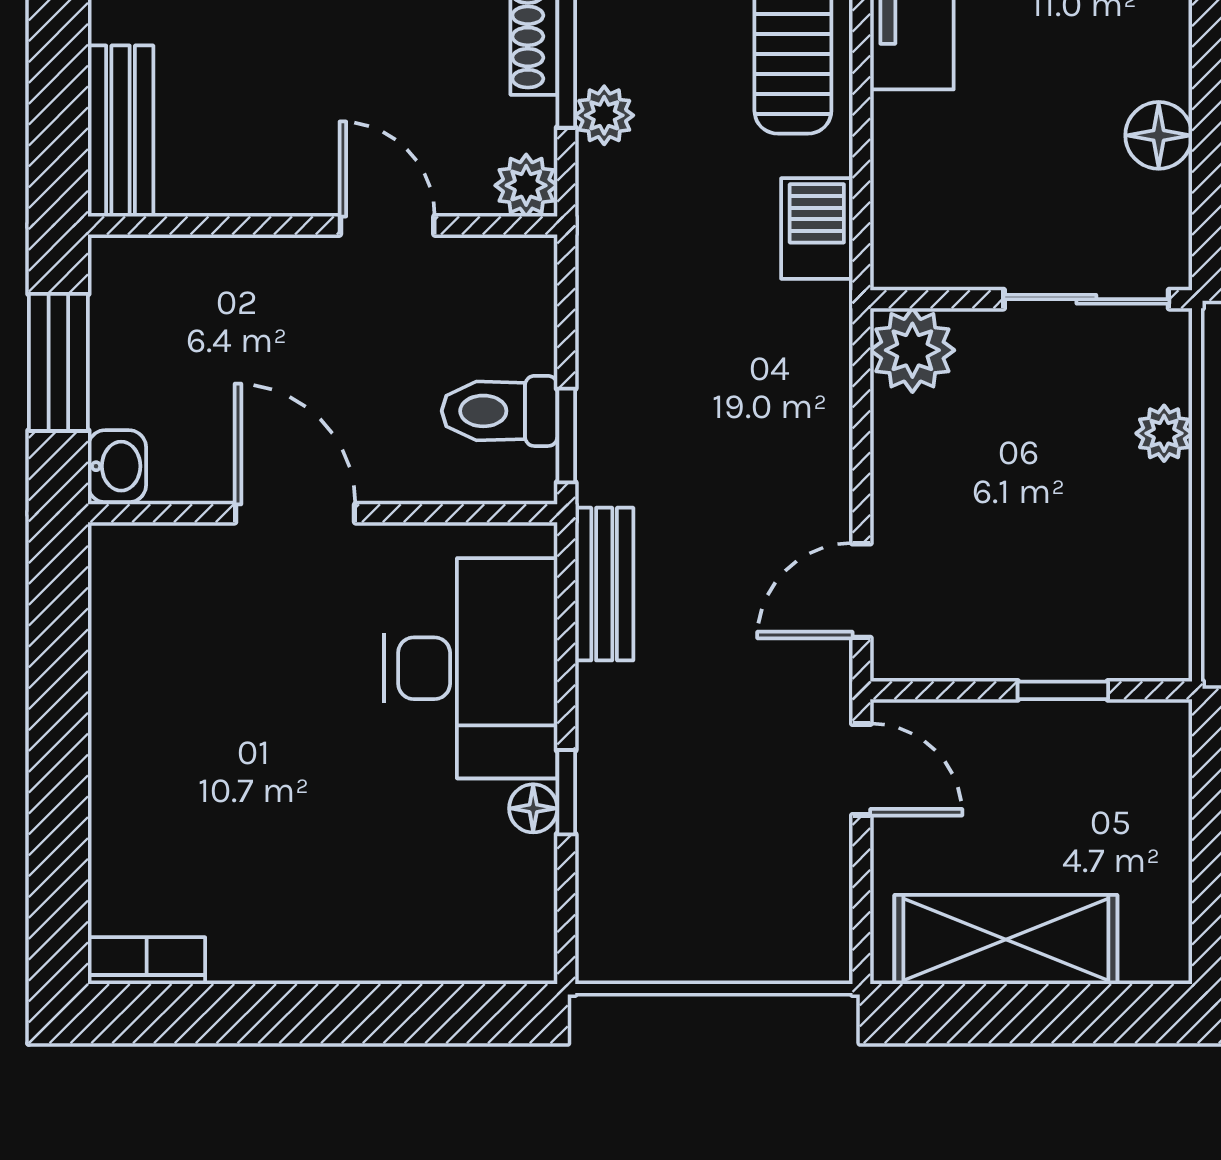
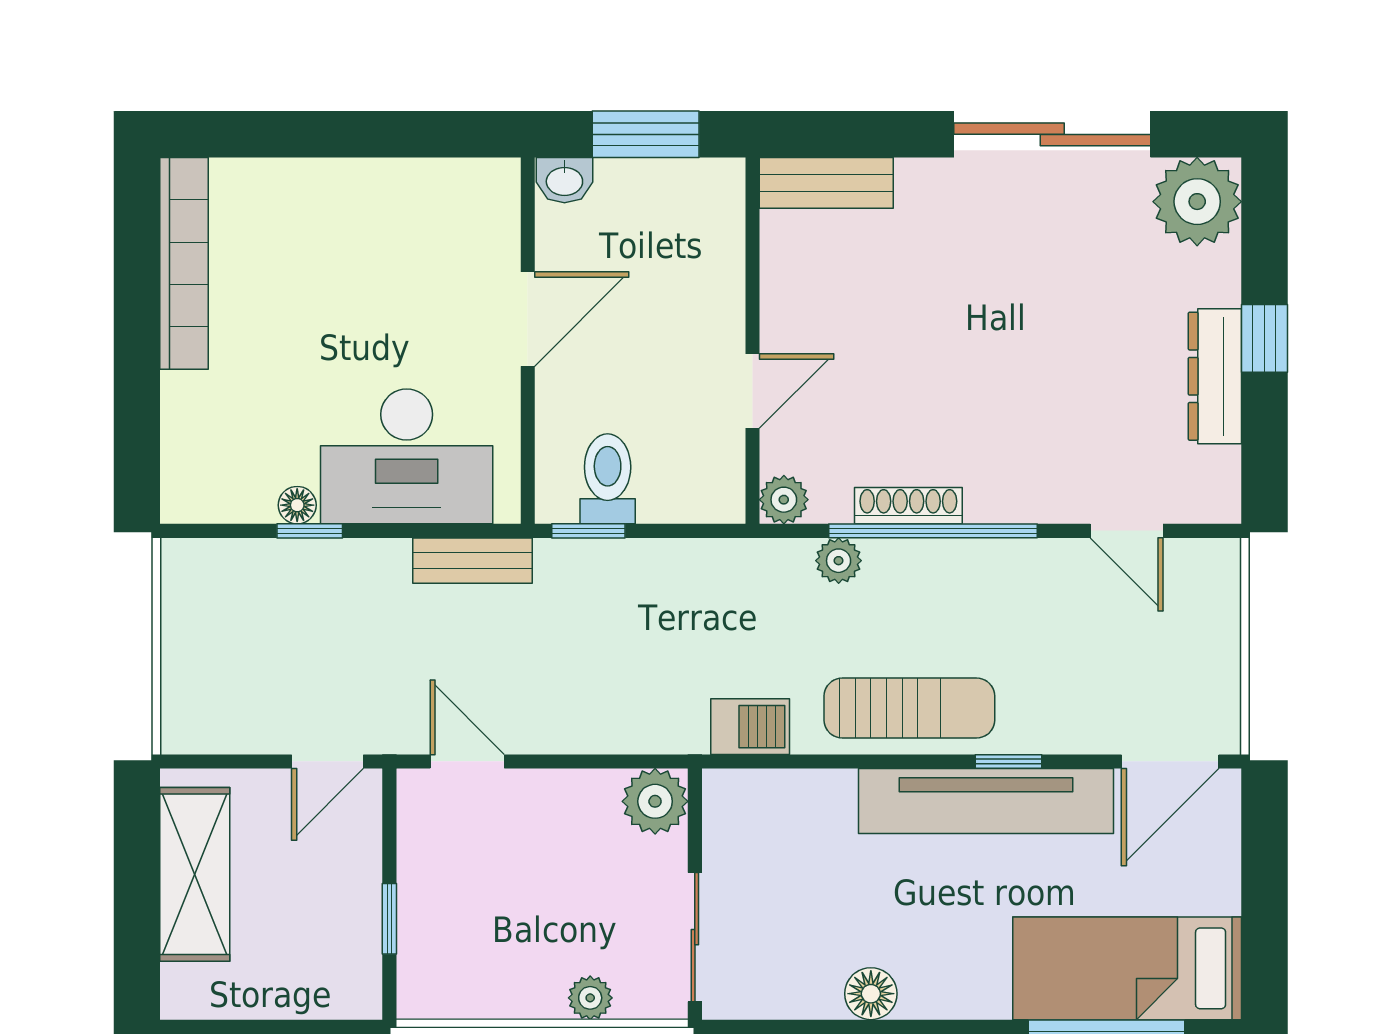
floor lamp: (1159, 135) -> (871, 994), moved
bookcase: (147, 961) -> (184, 263), width x2.31, depth x1.31

